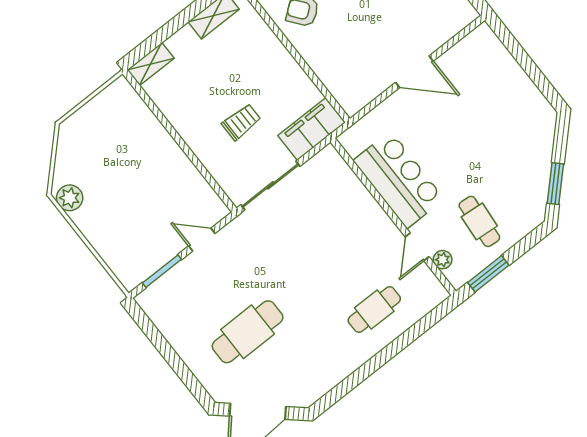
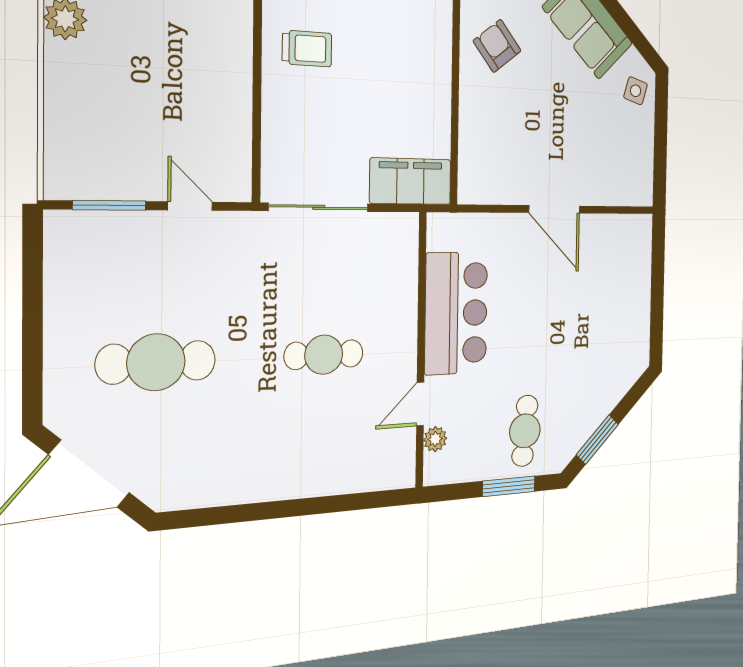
trolley: (241, 122) -> (307, 49), moved
cafe table: (479, 221) -> (525, 431), moved
window: (488, 274) -> (509, 486), moved
cafe table: (374, 309) -> (324, 355), moved

